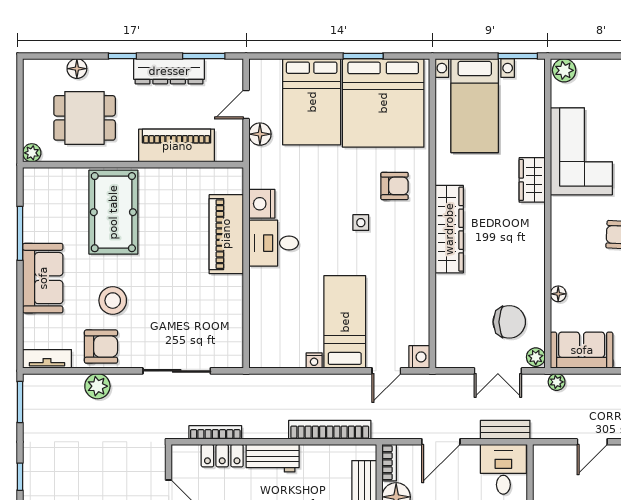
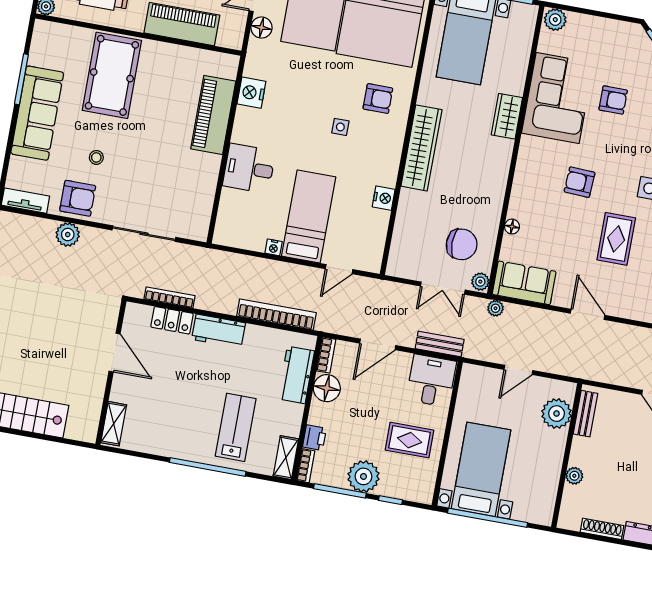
desk: (274, 243) -> (249, 168), moved
sofa: (43, 278) -> (37, 113), width x1.36
stool: (113, 301) -> (96, 157), width x0.53, depth x0.53
nightstand: (419, 357) -> (384, 198), moved

